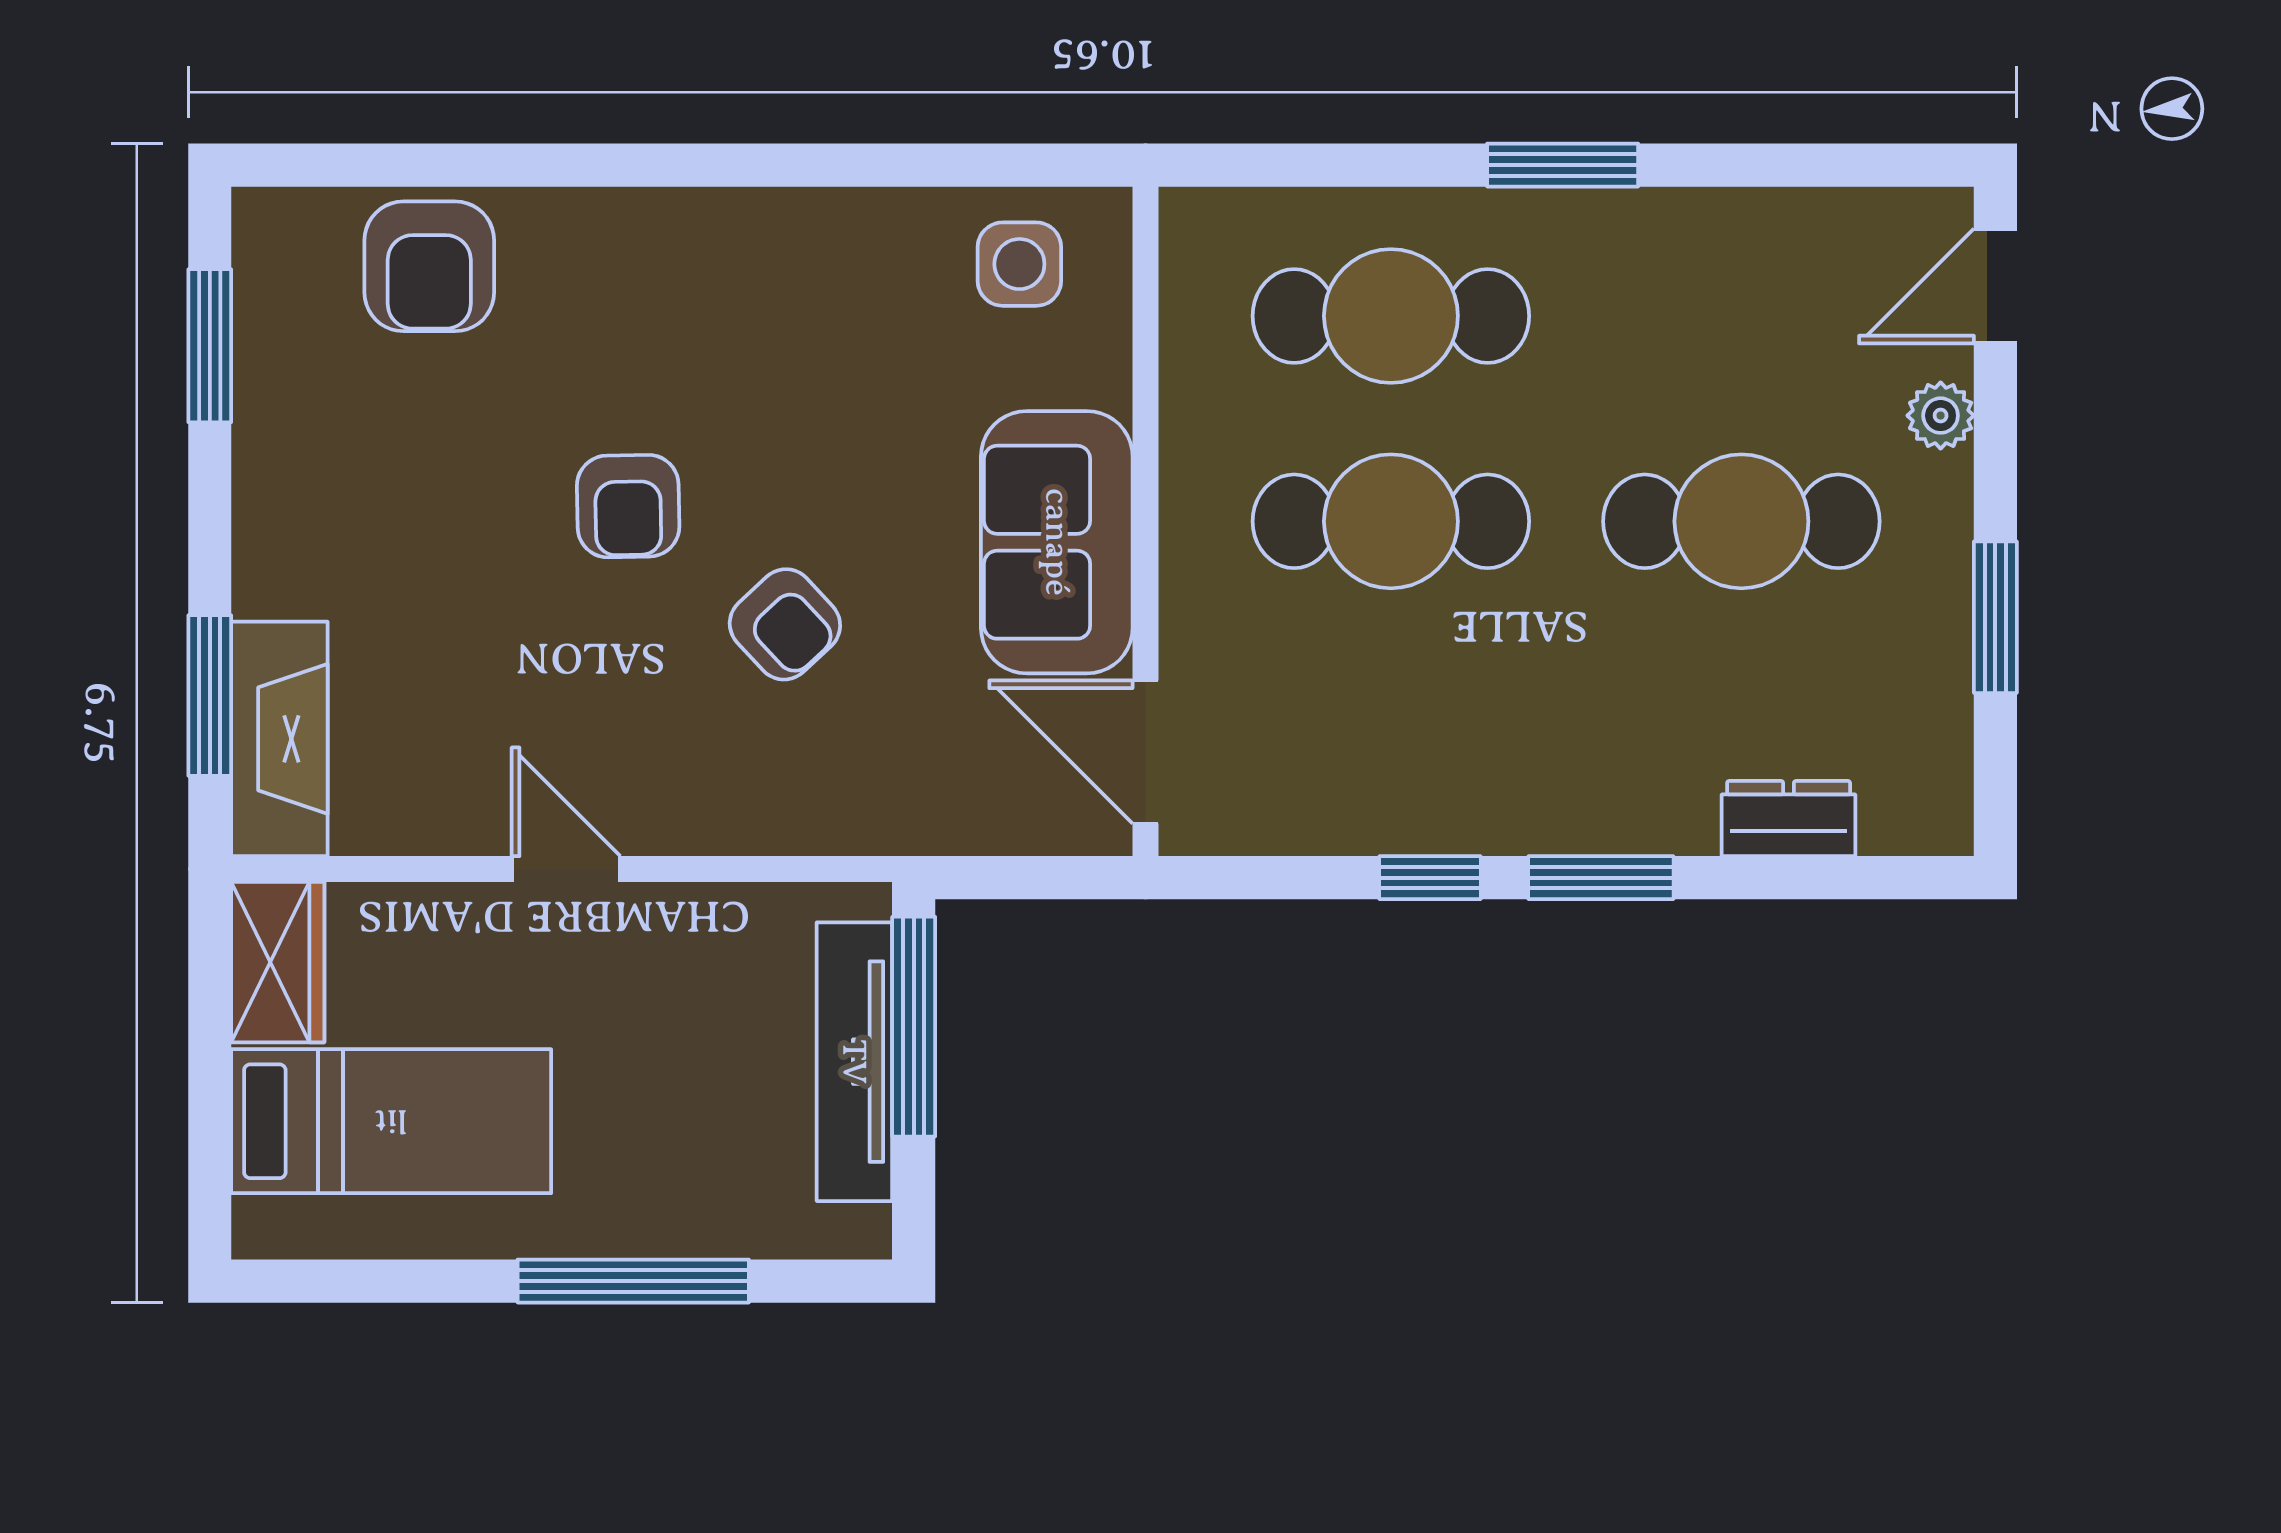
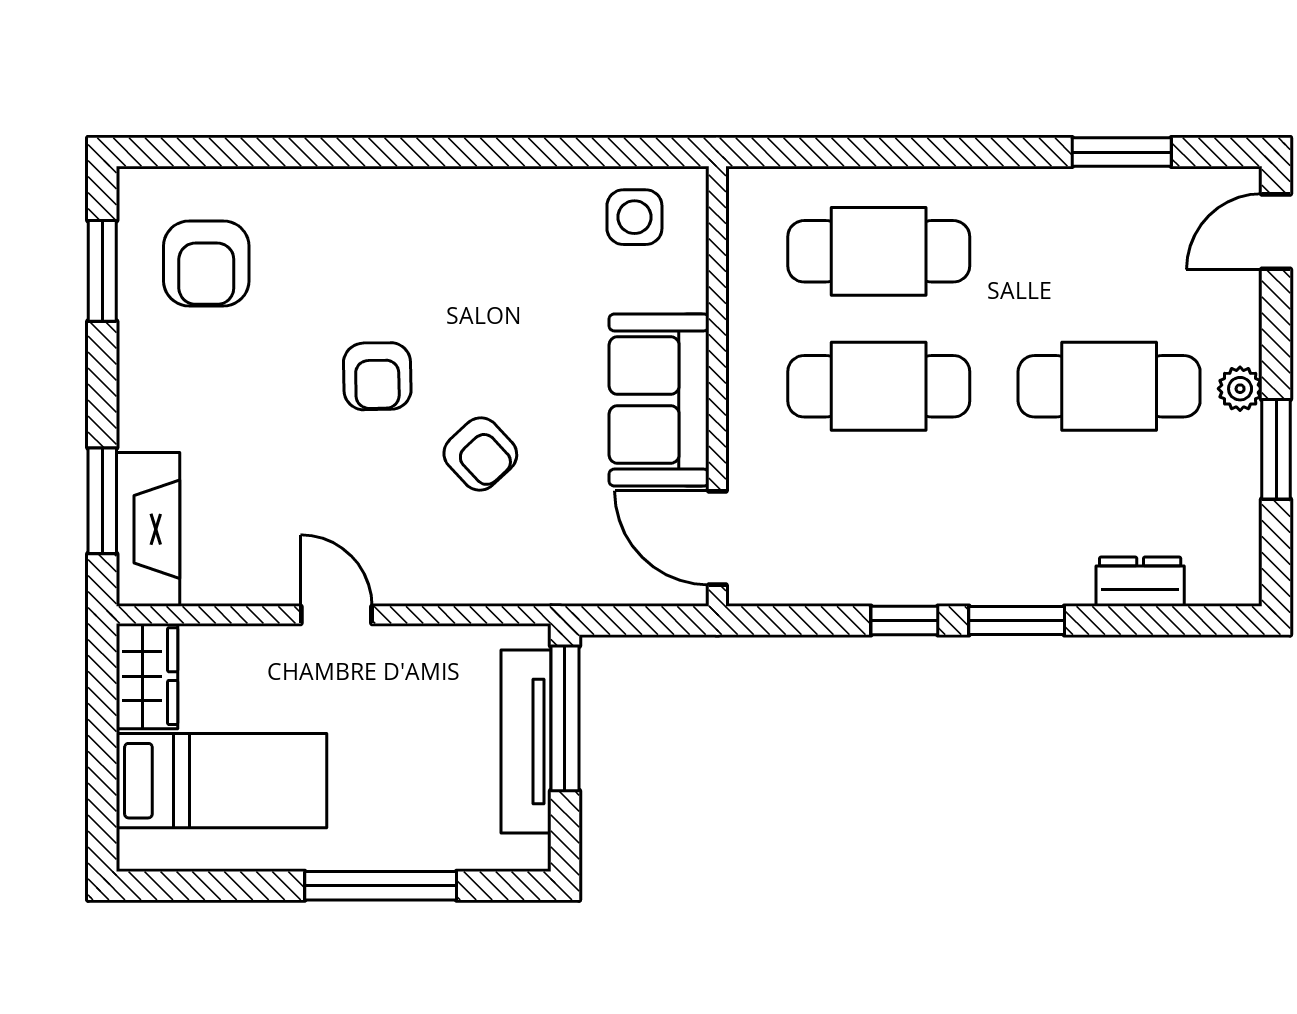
window: (1563, 165) -> (1122, 152), moved
armchair: (429, 266) -> (206, 263), moved
plant: (1941, 416) -> (1240, 389), moved

